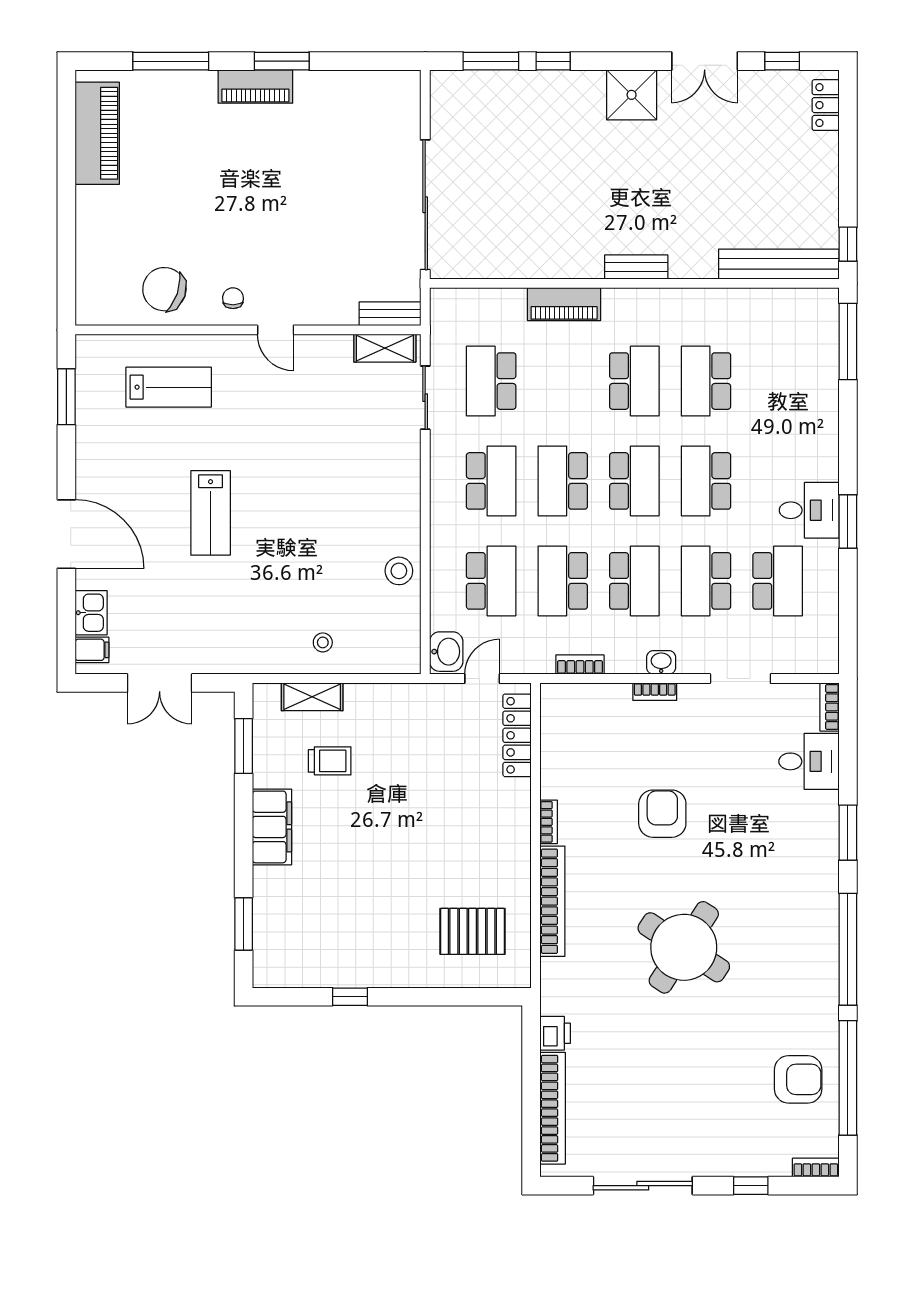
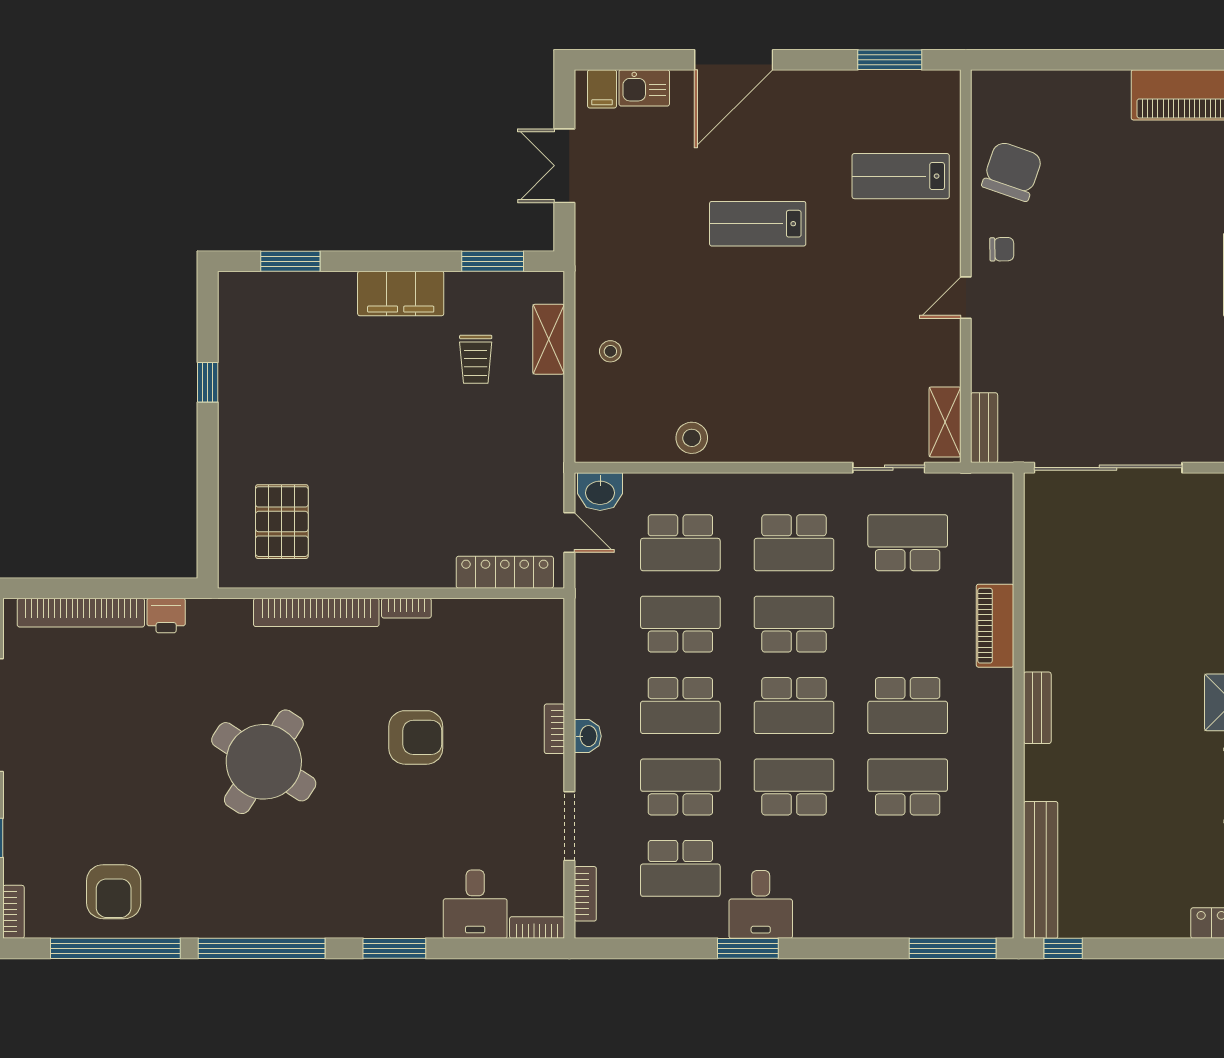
lab bench: (169, 387) -> (901, 176), turned 90
bookcase: (580, 665) -> (585, 894), moved

